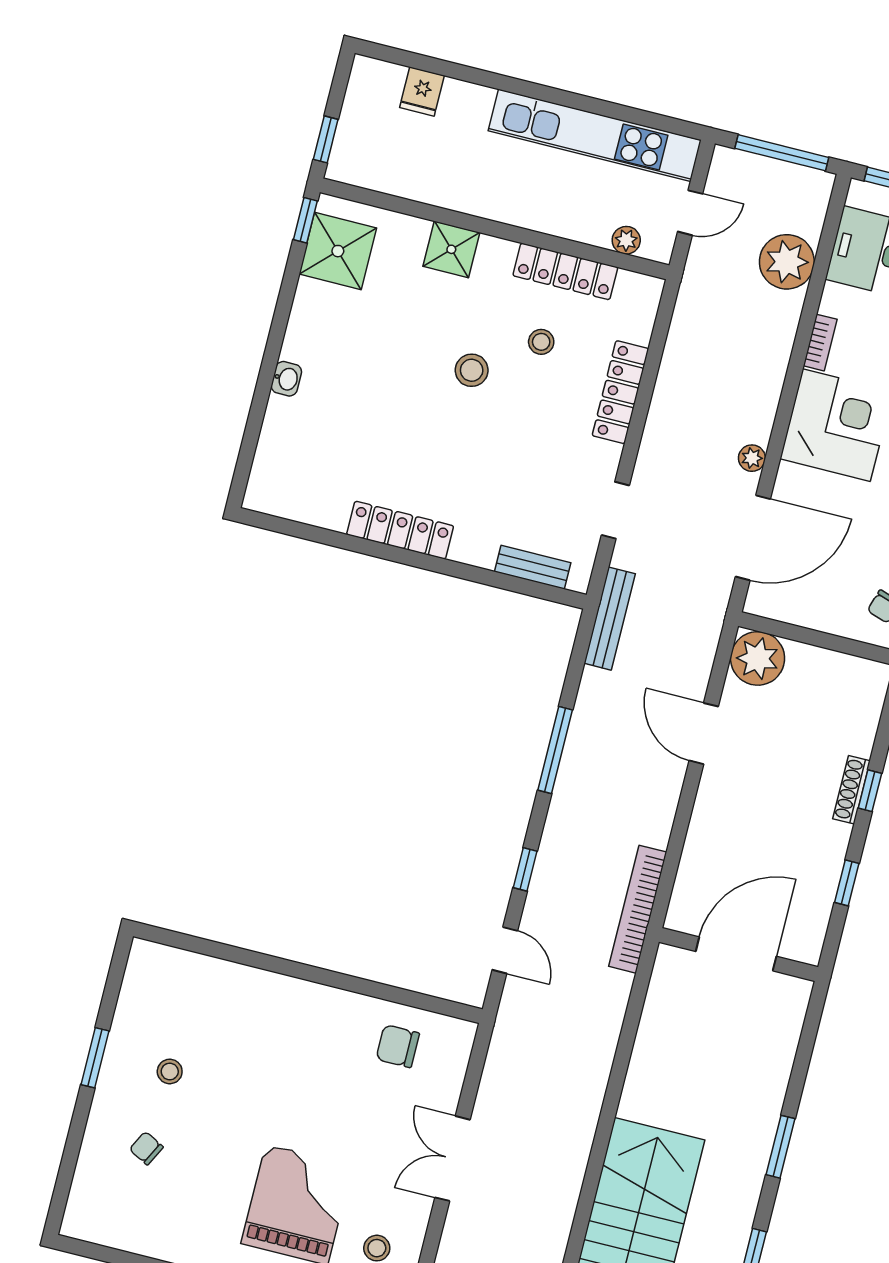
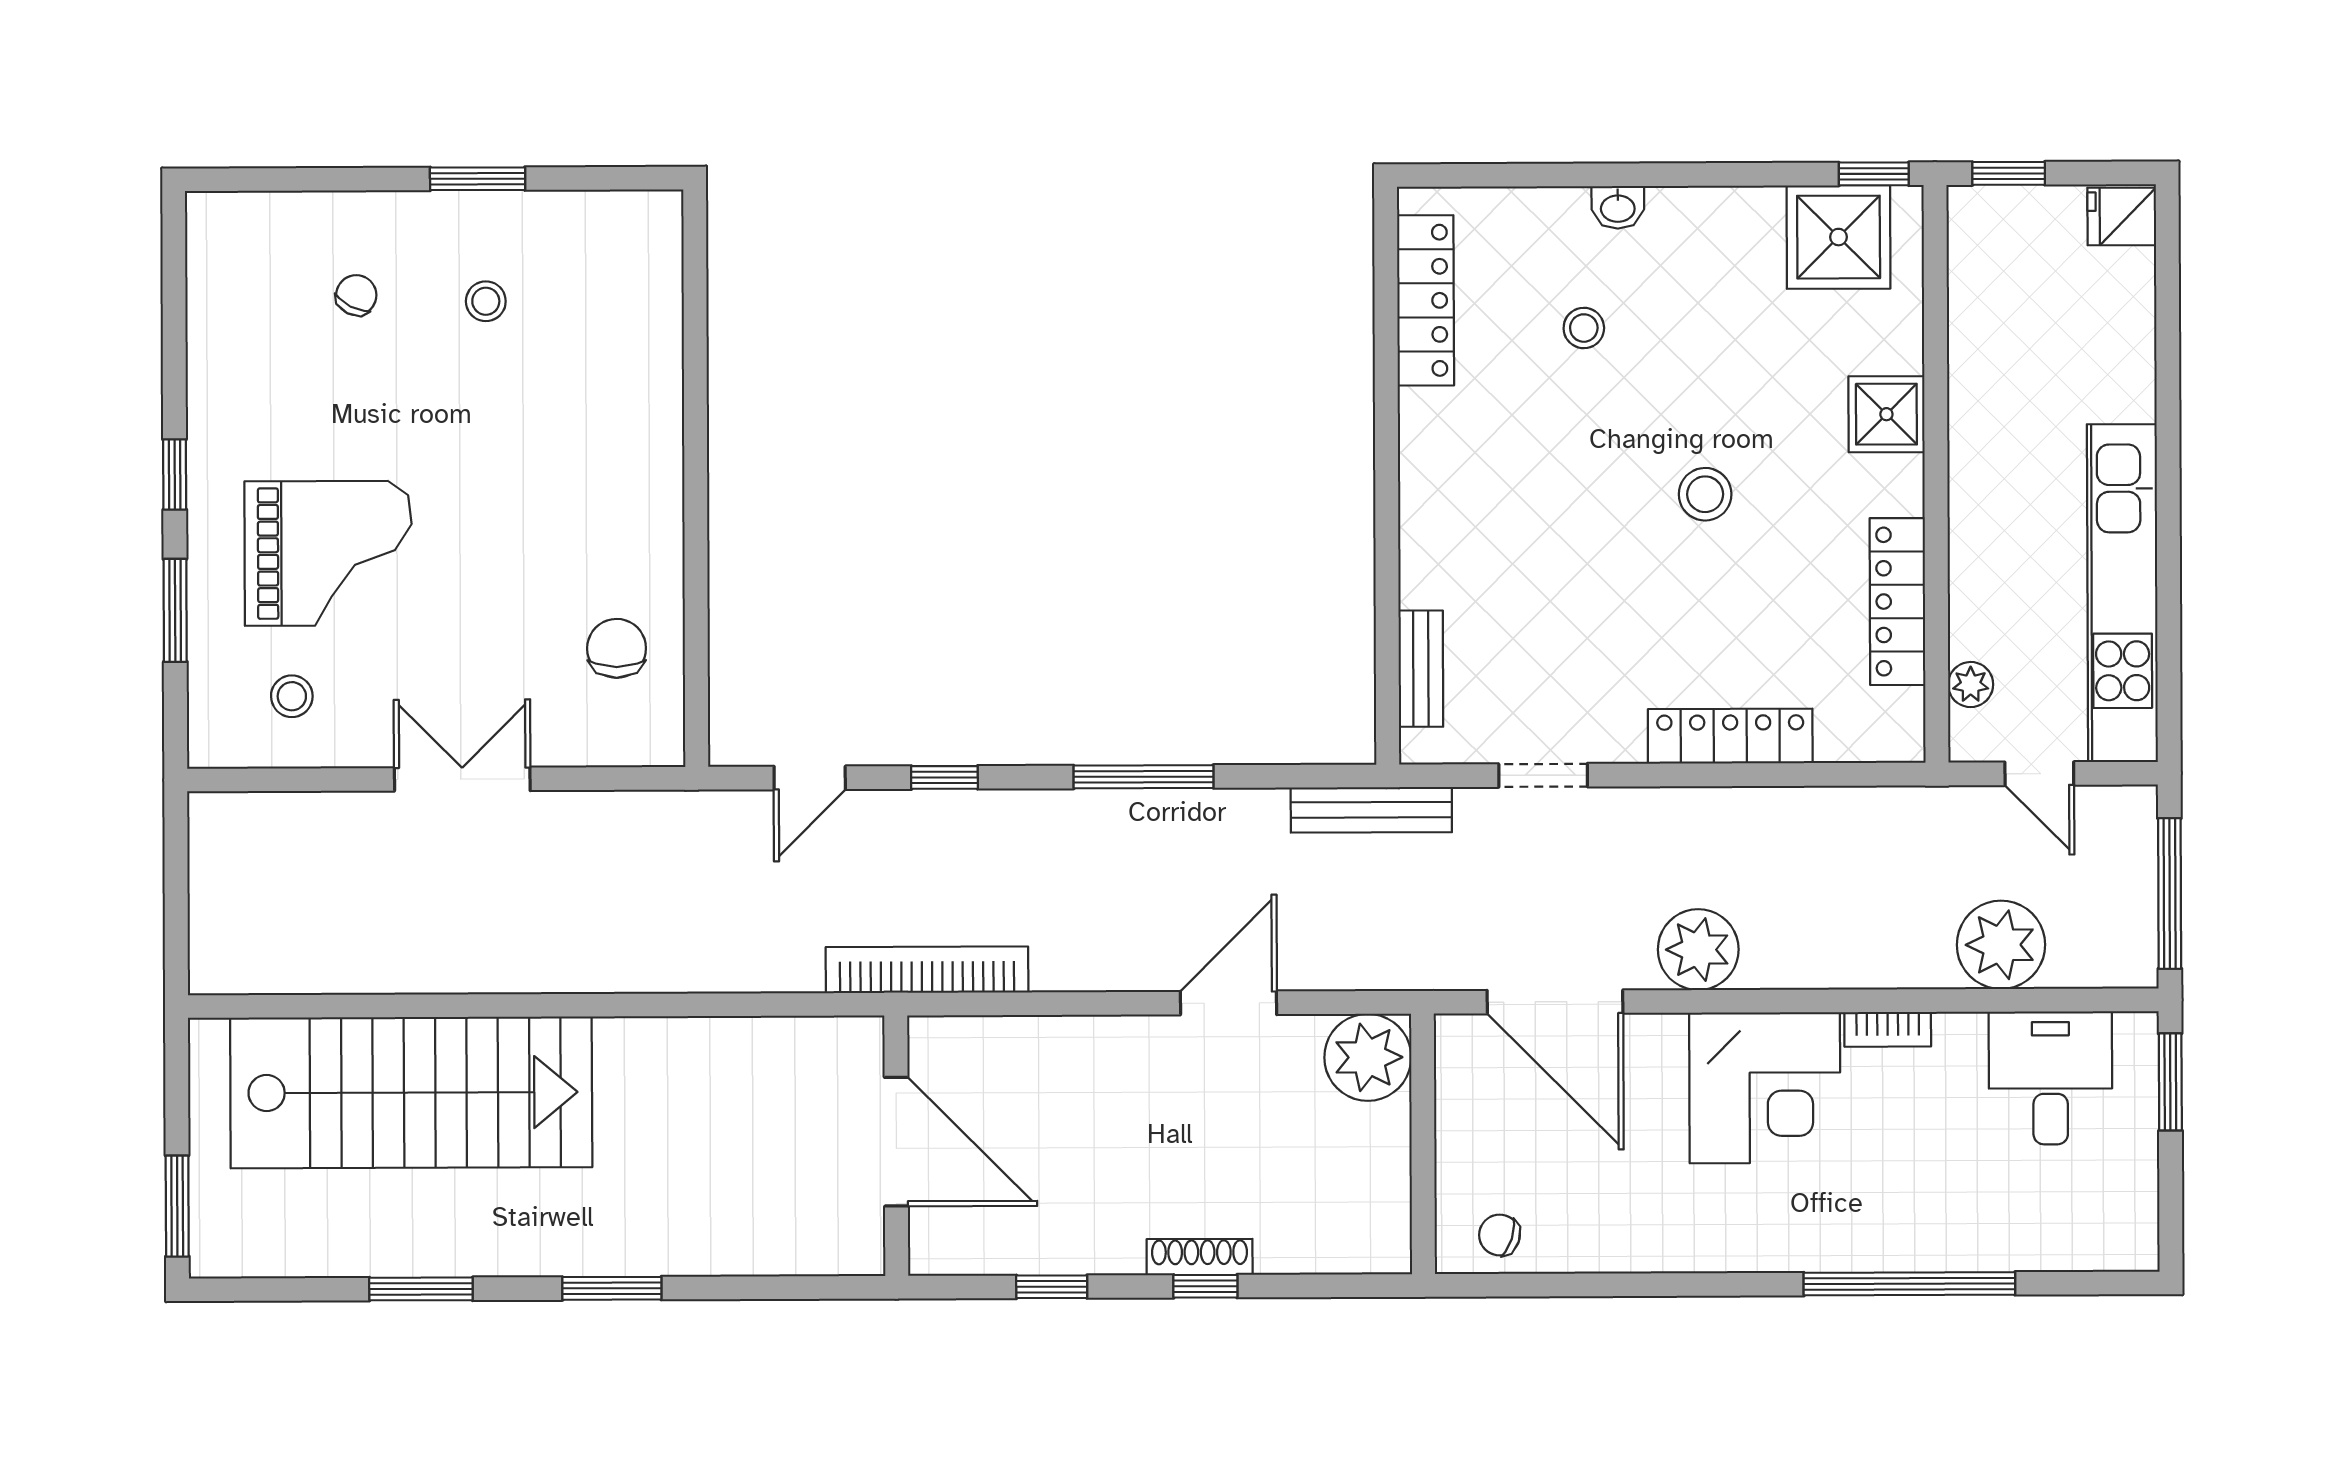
fridge: (422, 92) -> (2122, 216), moved
stool: (541, 342) -> (1584, 328), moved
plant: (752, 458) -> (1698, 950), width x1.88, depth x1.88
locker: (400, 530) -> (1426, 300), moved

